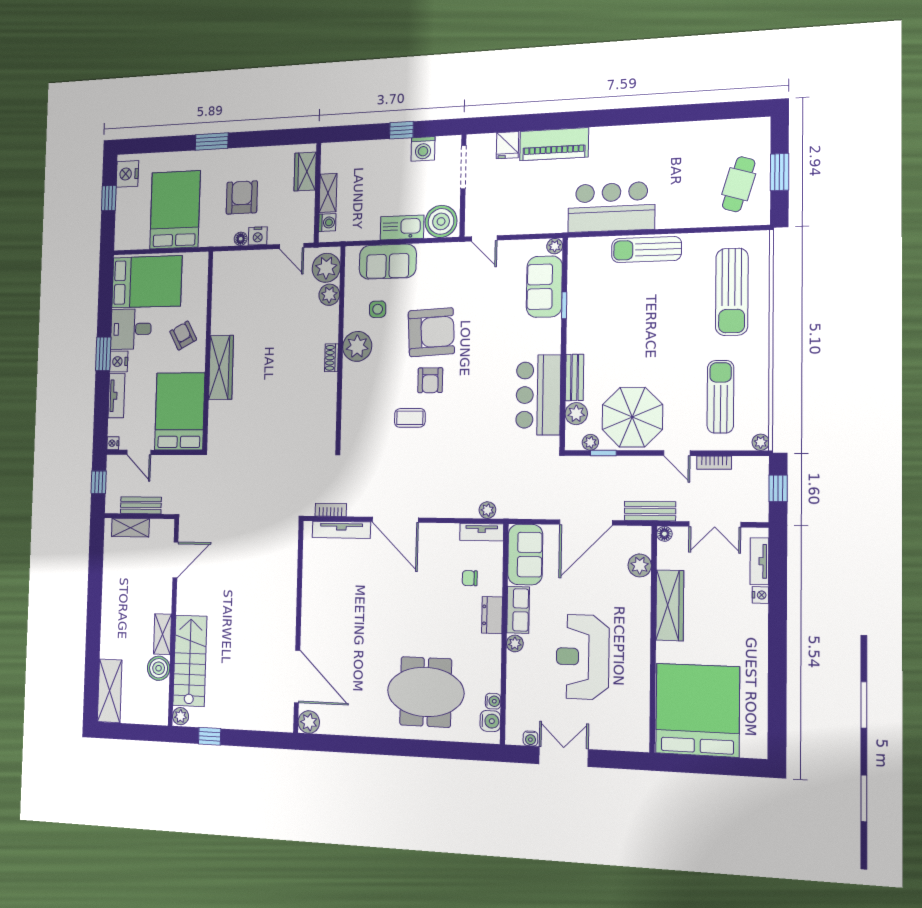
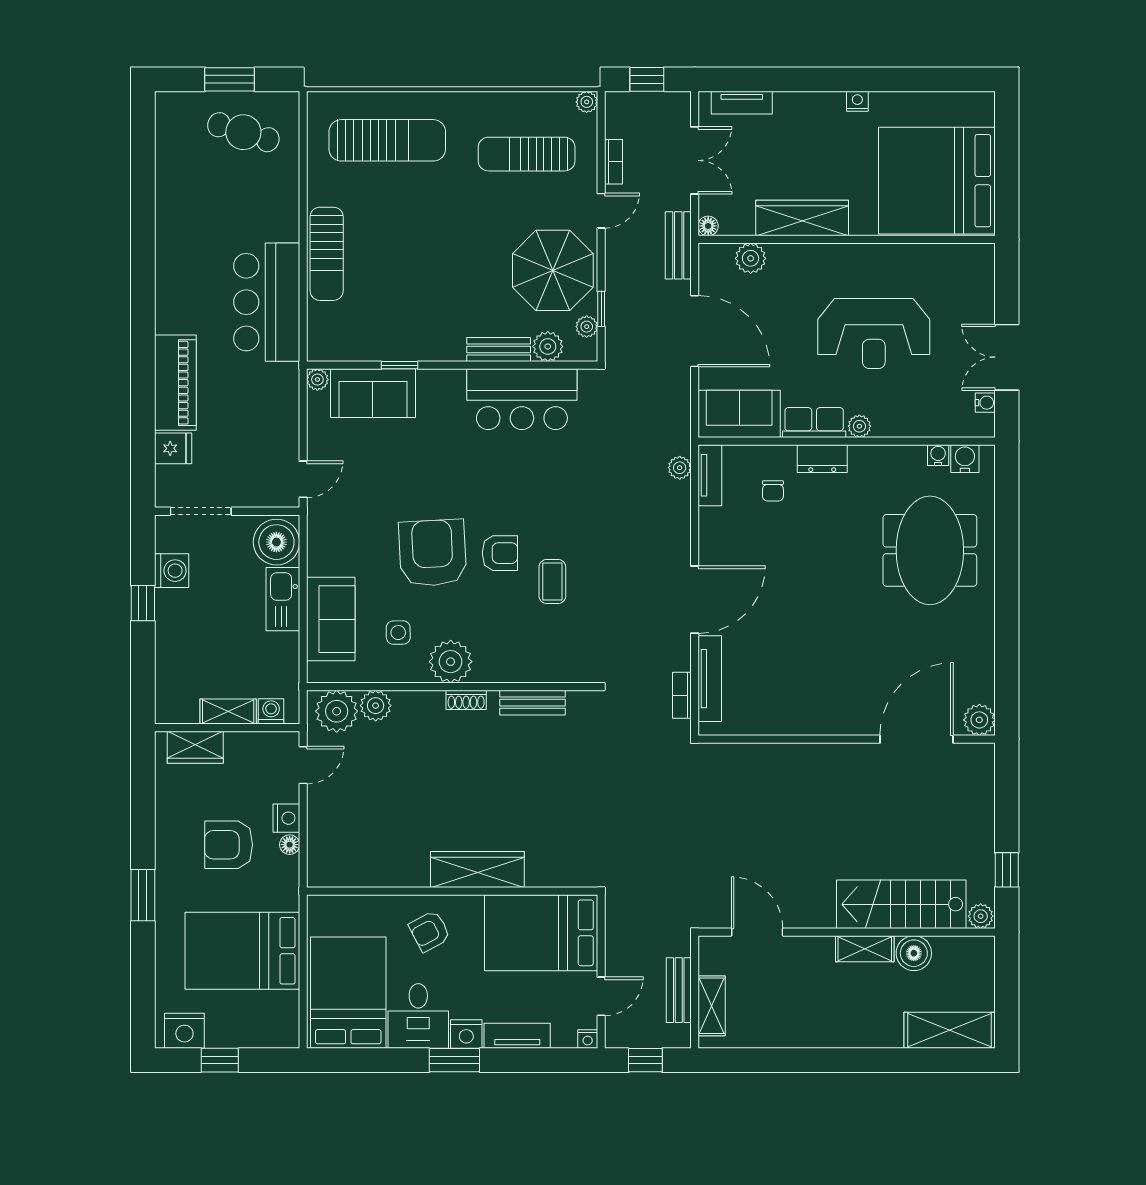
bench: (328, 404) -> (532, 703), added
nightstand: (760, 595) -> (857, 101), moved

